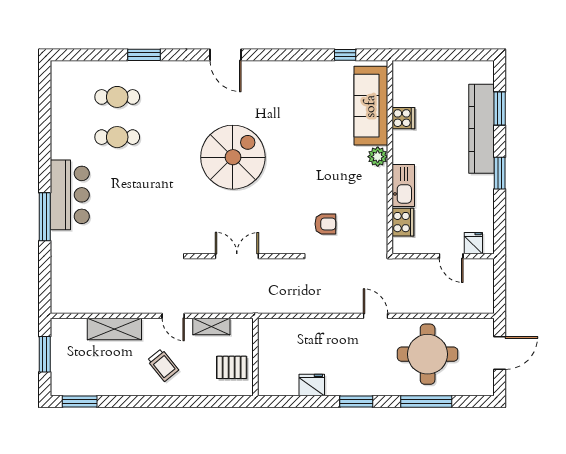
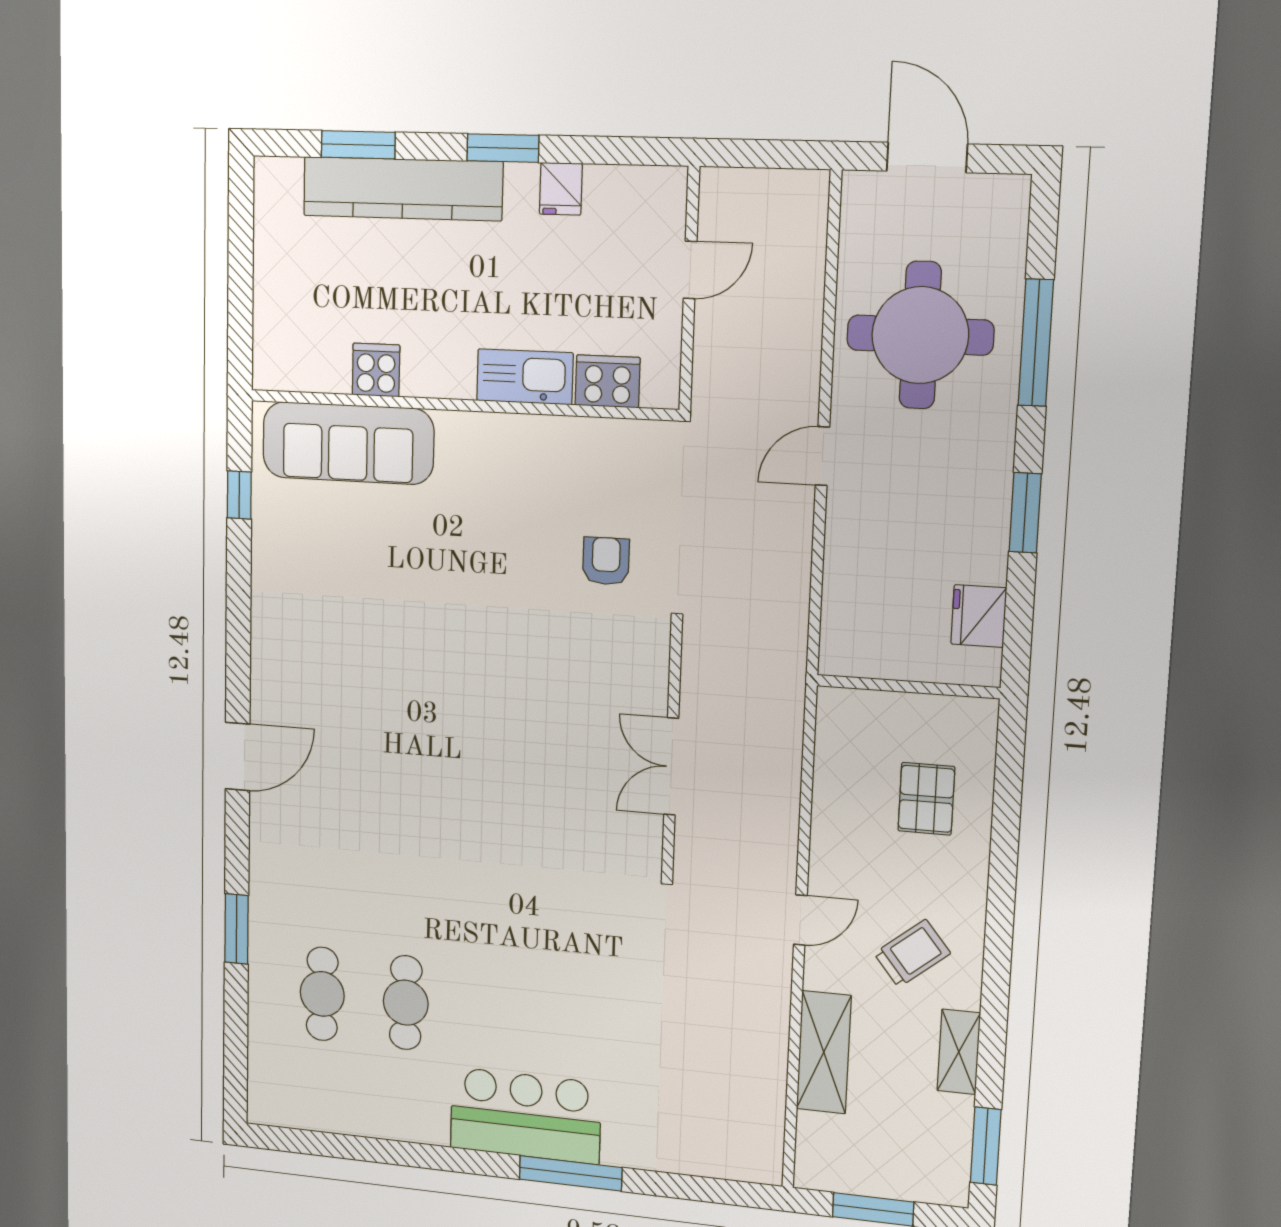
spiral stairs: (233, 157) -> (453, 758), removed
plant: (378, 157) -> (459, 433), removed
fridge: (473, 243) -> (561, 189), moved, turned -90
shelving: (211, 327) -> (959, 1052), moved
wall: (255, 357) -> (908, 687), moved

